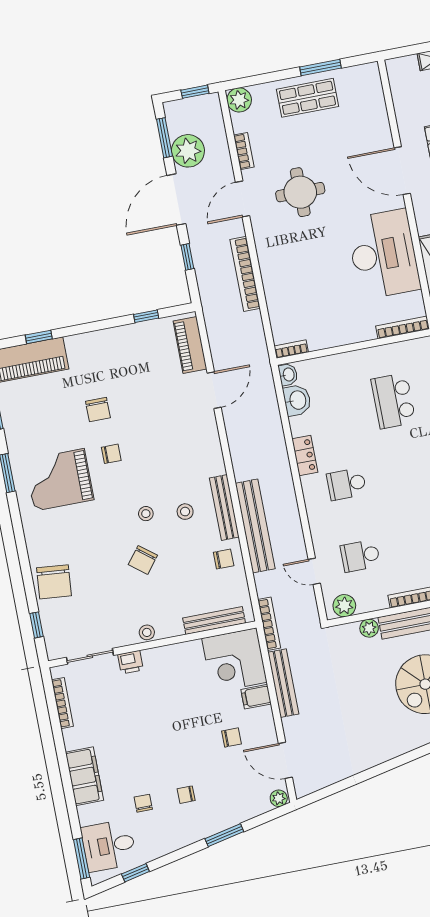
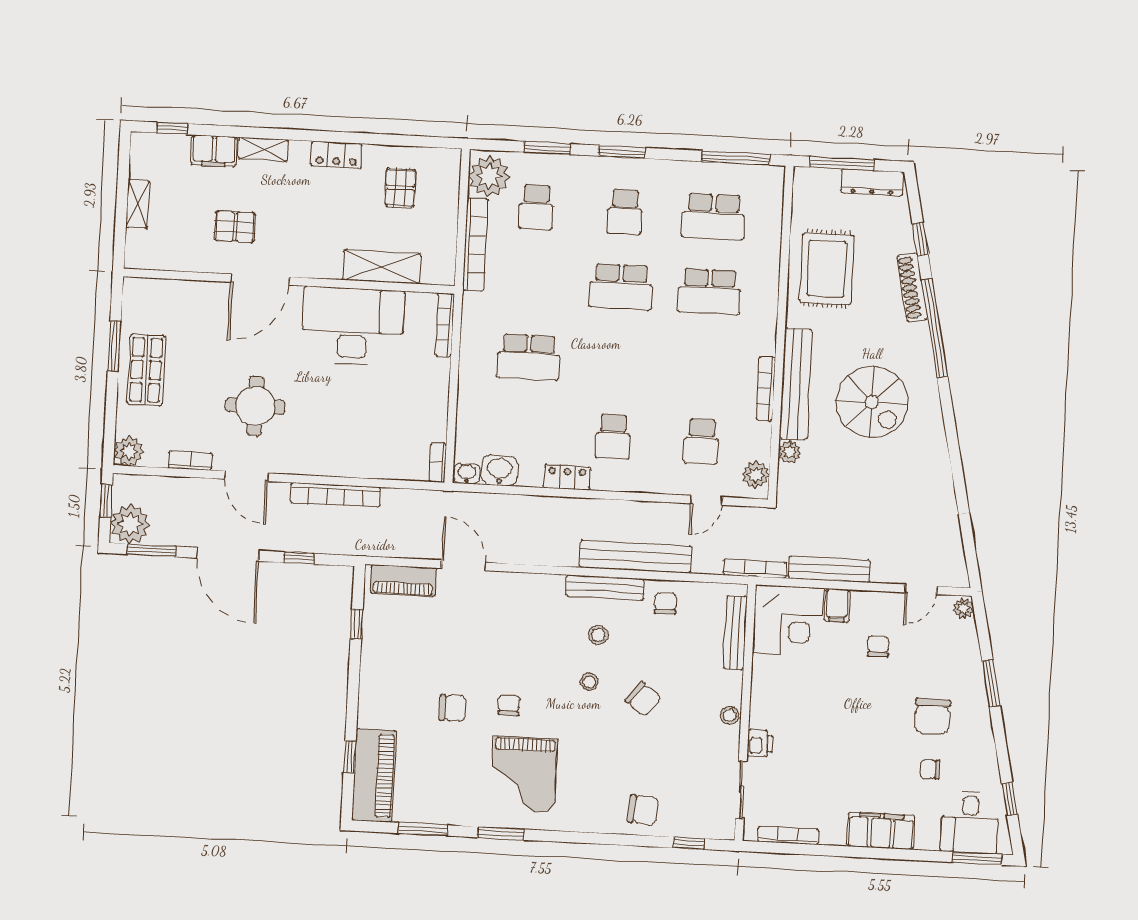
plant: (188, 151) -> (130, 524), moved
chair: (54, 582) -> (643, 810), width x0.73, depth x0.73
door: (285, 760) -> (921, 589), width x0.73
chair: (186, 795) -> (932, 716), width x1.87, depth x1.87

